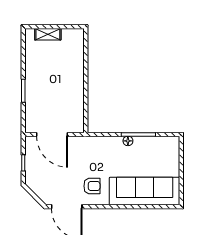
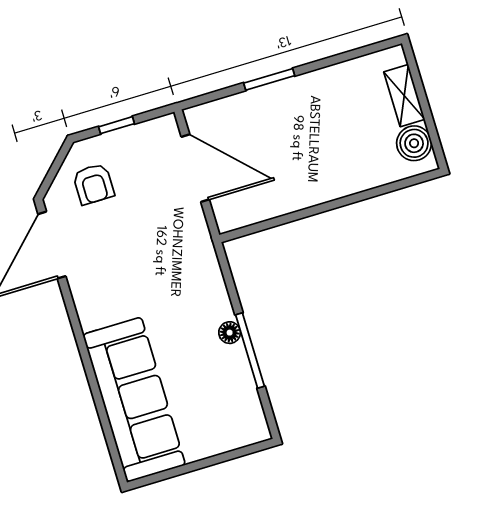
boiler: (70, 36) -> (414, 143), added
door: (52, 134) -> (195, 168), swing flipped
armchair: (92, 186) -> (93, 184), moved

